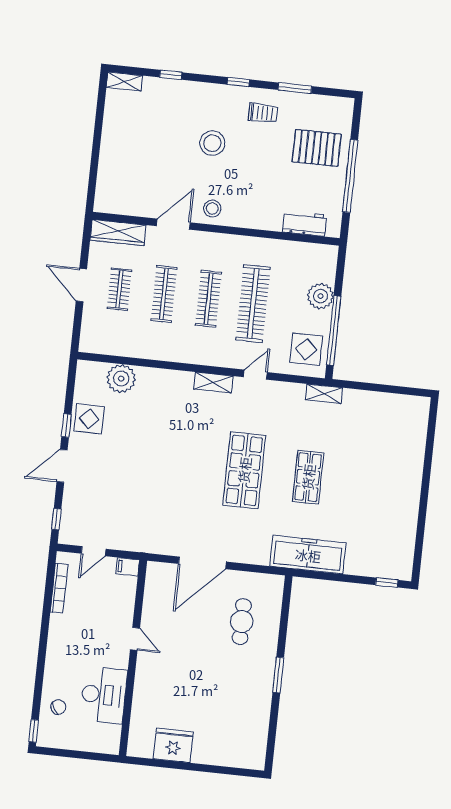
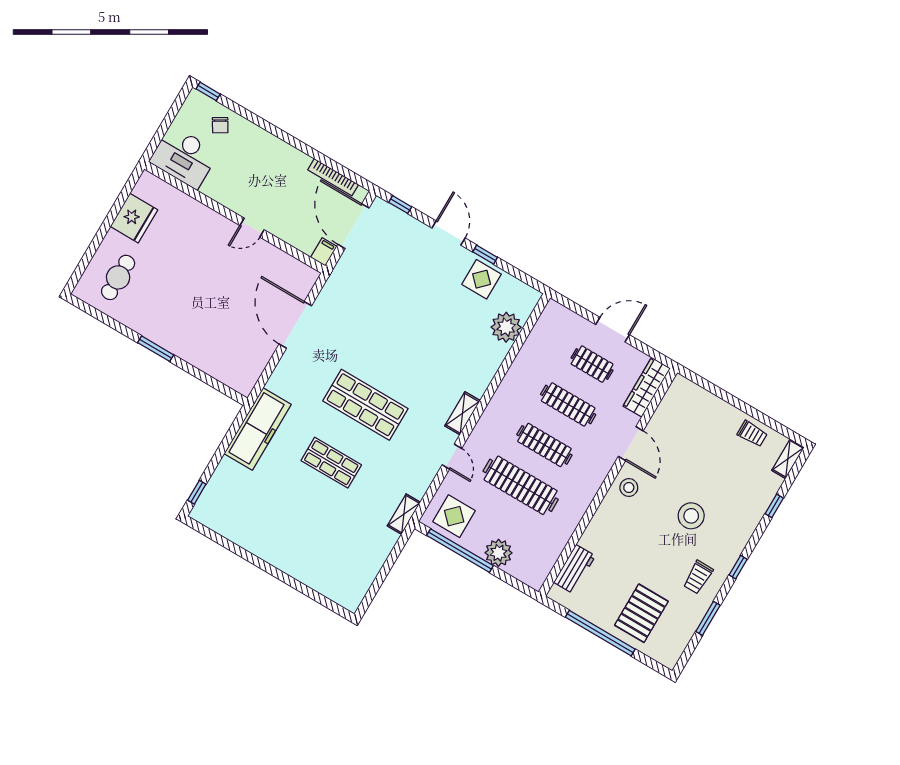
trolley: (117, 122) -> (752, 434), added
door: (94, 551) -> (353, 226), width x1.88
cafe table: (242, 622) -> (118, 277), moved, turned 90
desk: (104, 695) -> (184, 157), moved

